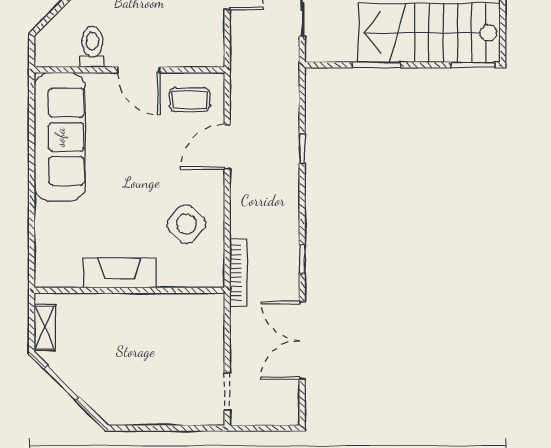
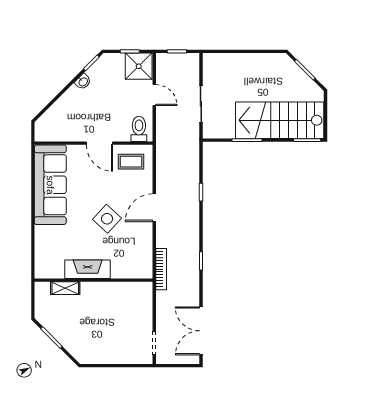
toilet: (92, 47) -> (139, 129), moved
door: (227, 147) -> (154, 208), moved
side table: (186, 224) -> (107, 219), moved
shelving: (45, 327) -> (65, 288), moved, turned 90
double door: (302, 340) -> (201, 331), moved

